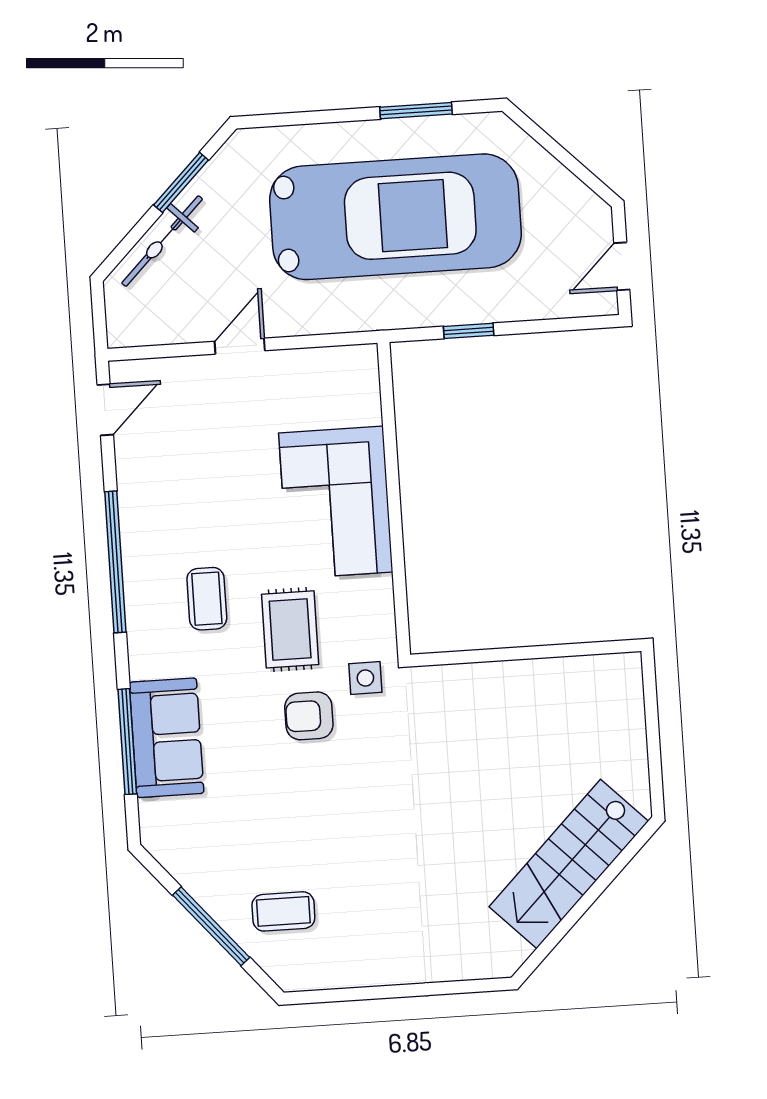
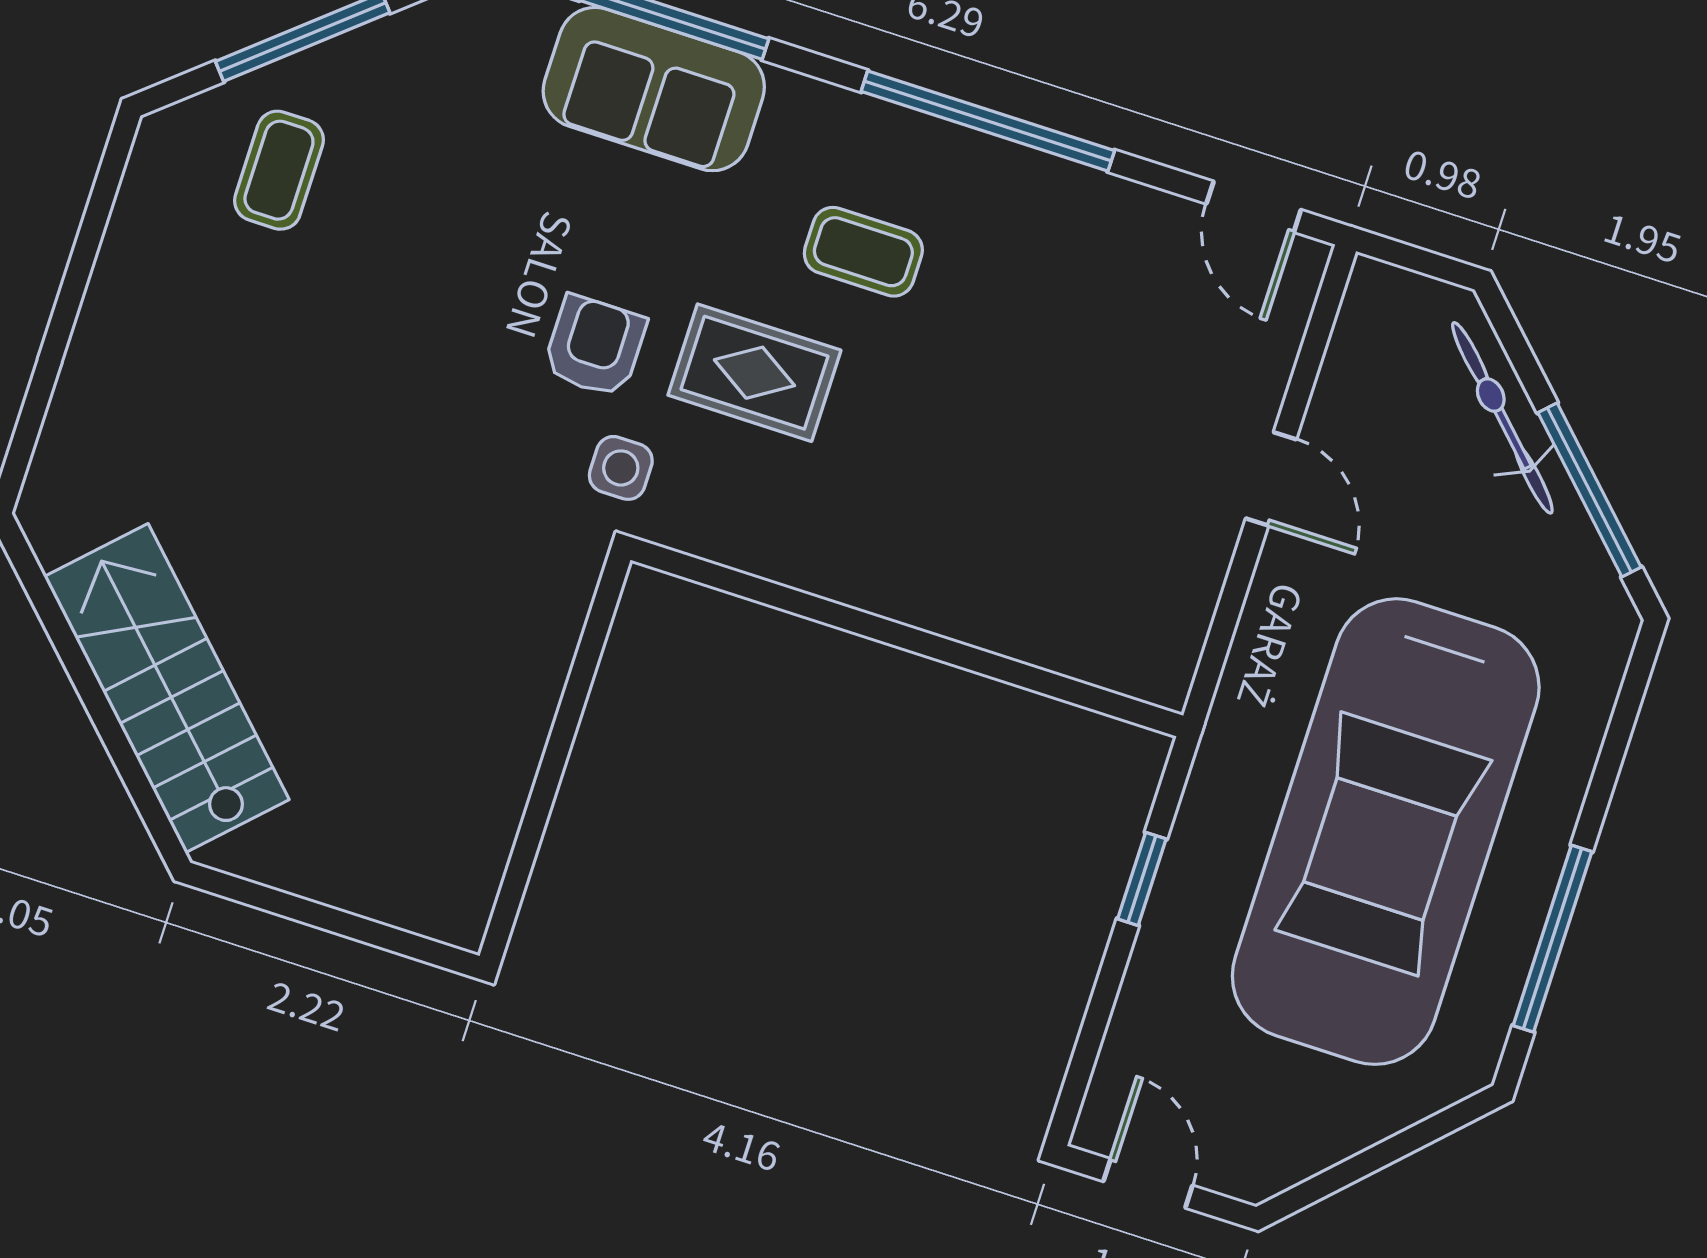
window: (416, 111) -> (1553, 939), width x1.44
window: (181, 182) -> (1589, 490), width x1.44
corner sofa: (336, 502) -> (940, 536), removed

